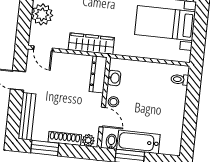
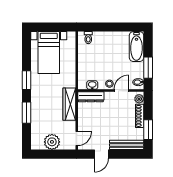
bathtub: (138, 142) -> (136, 47), moved

